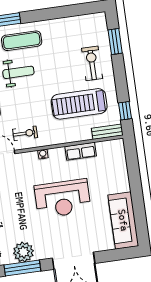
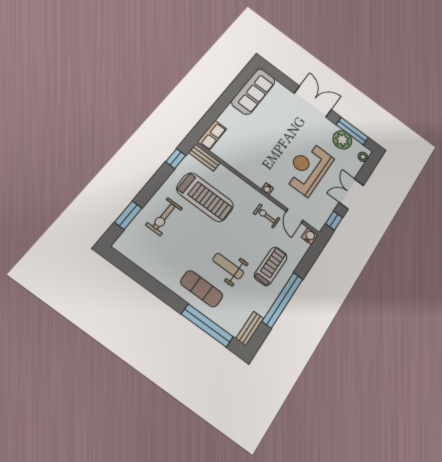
row of seats: (81, 151) -> (212, 135), moved, turned 90
reception desk: (63, 198) -> (308, 168), moved, turned -90

